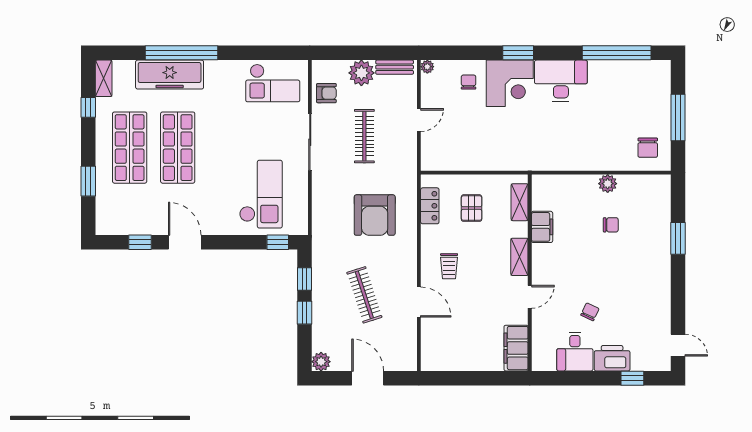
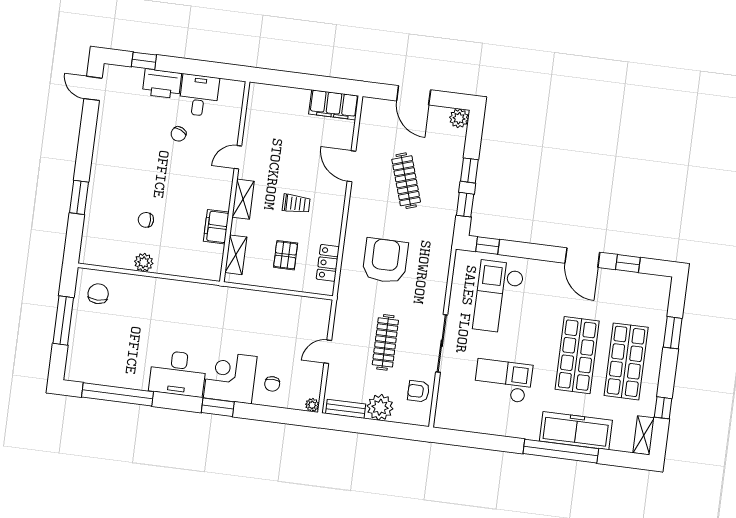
checkout: (273, 83) -> (503, 381), moved
trolley: (449, 266) -> (296, 204), moved, turned 90
filing cabinet: (516, 348) -> (334, 105), moved, turned 90

